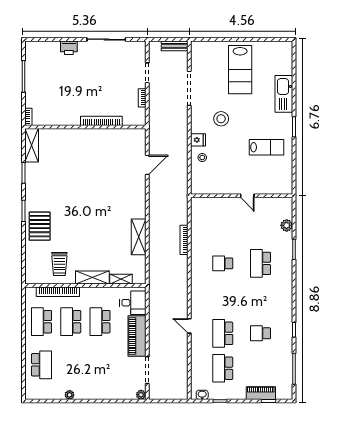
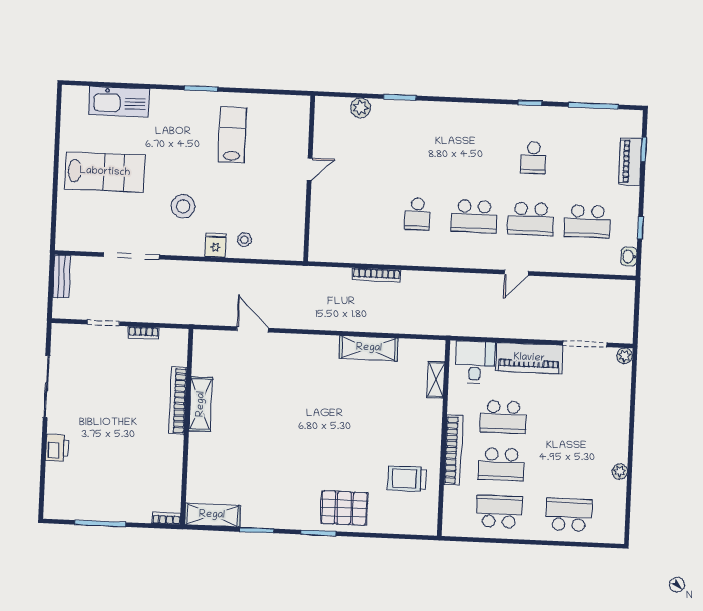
kitchen sink: (284, 94) -> (119, 102), moved
school desk: (260, 263) -> (474, 216), moved
trolley: (59, 264) -> (407, 479), turned 180
shelving: (92, 277) -> (201, 404), moved
bookcase: (58, 292) -> (453, 450), moved
school desk: (42, 322) -> (499, 512), turned 180

